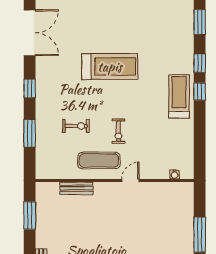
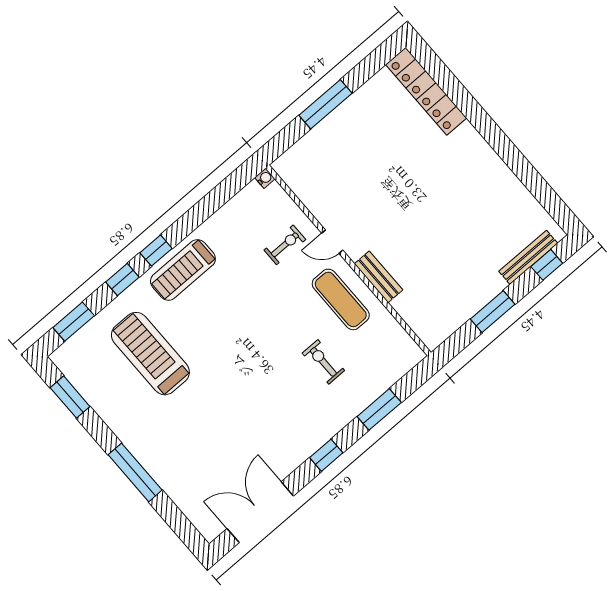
treadmill: (110, 67) -> (150, 354), moved
exercise bike: (118, 131) -> (285, 245), moved
water cooler: (175, 174) -> (265, 178), moved
bench: (76, 188) -> (379, 277), moved
window: (30, 216) -> (493, 312), moved

